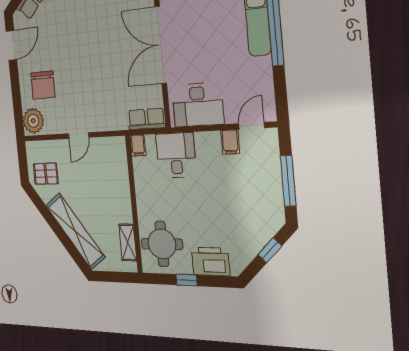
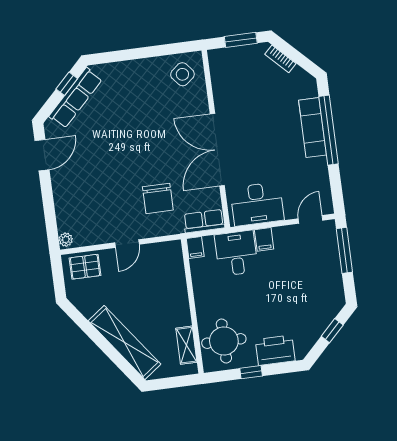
chair: (43, 85) -> (158, 198), moved
plant: (33, 121) -> (66, 240), width x0.53, depth x0.53
filing cabinet: (230, 142) -> (264, 239), moved
pallet: (46, 174) -> (85, 267), moved
window: (288, 181) -> (344, 250), moved

